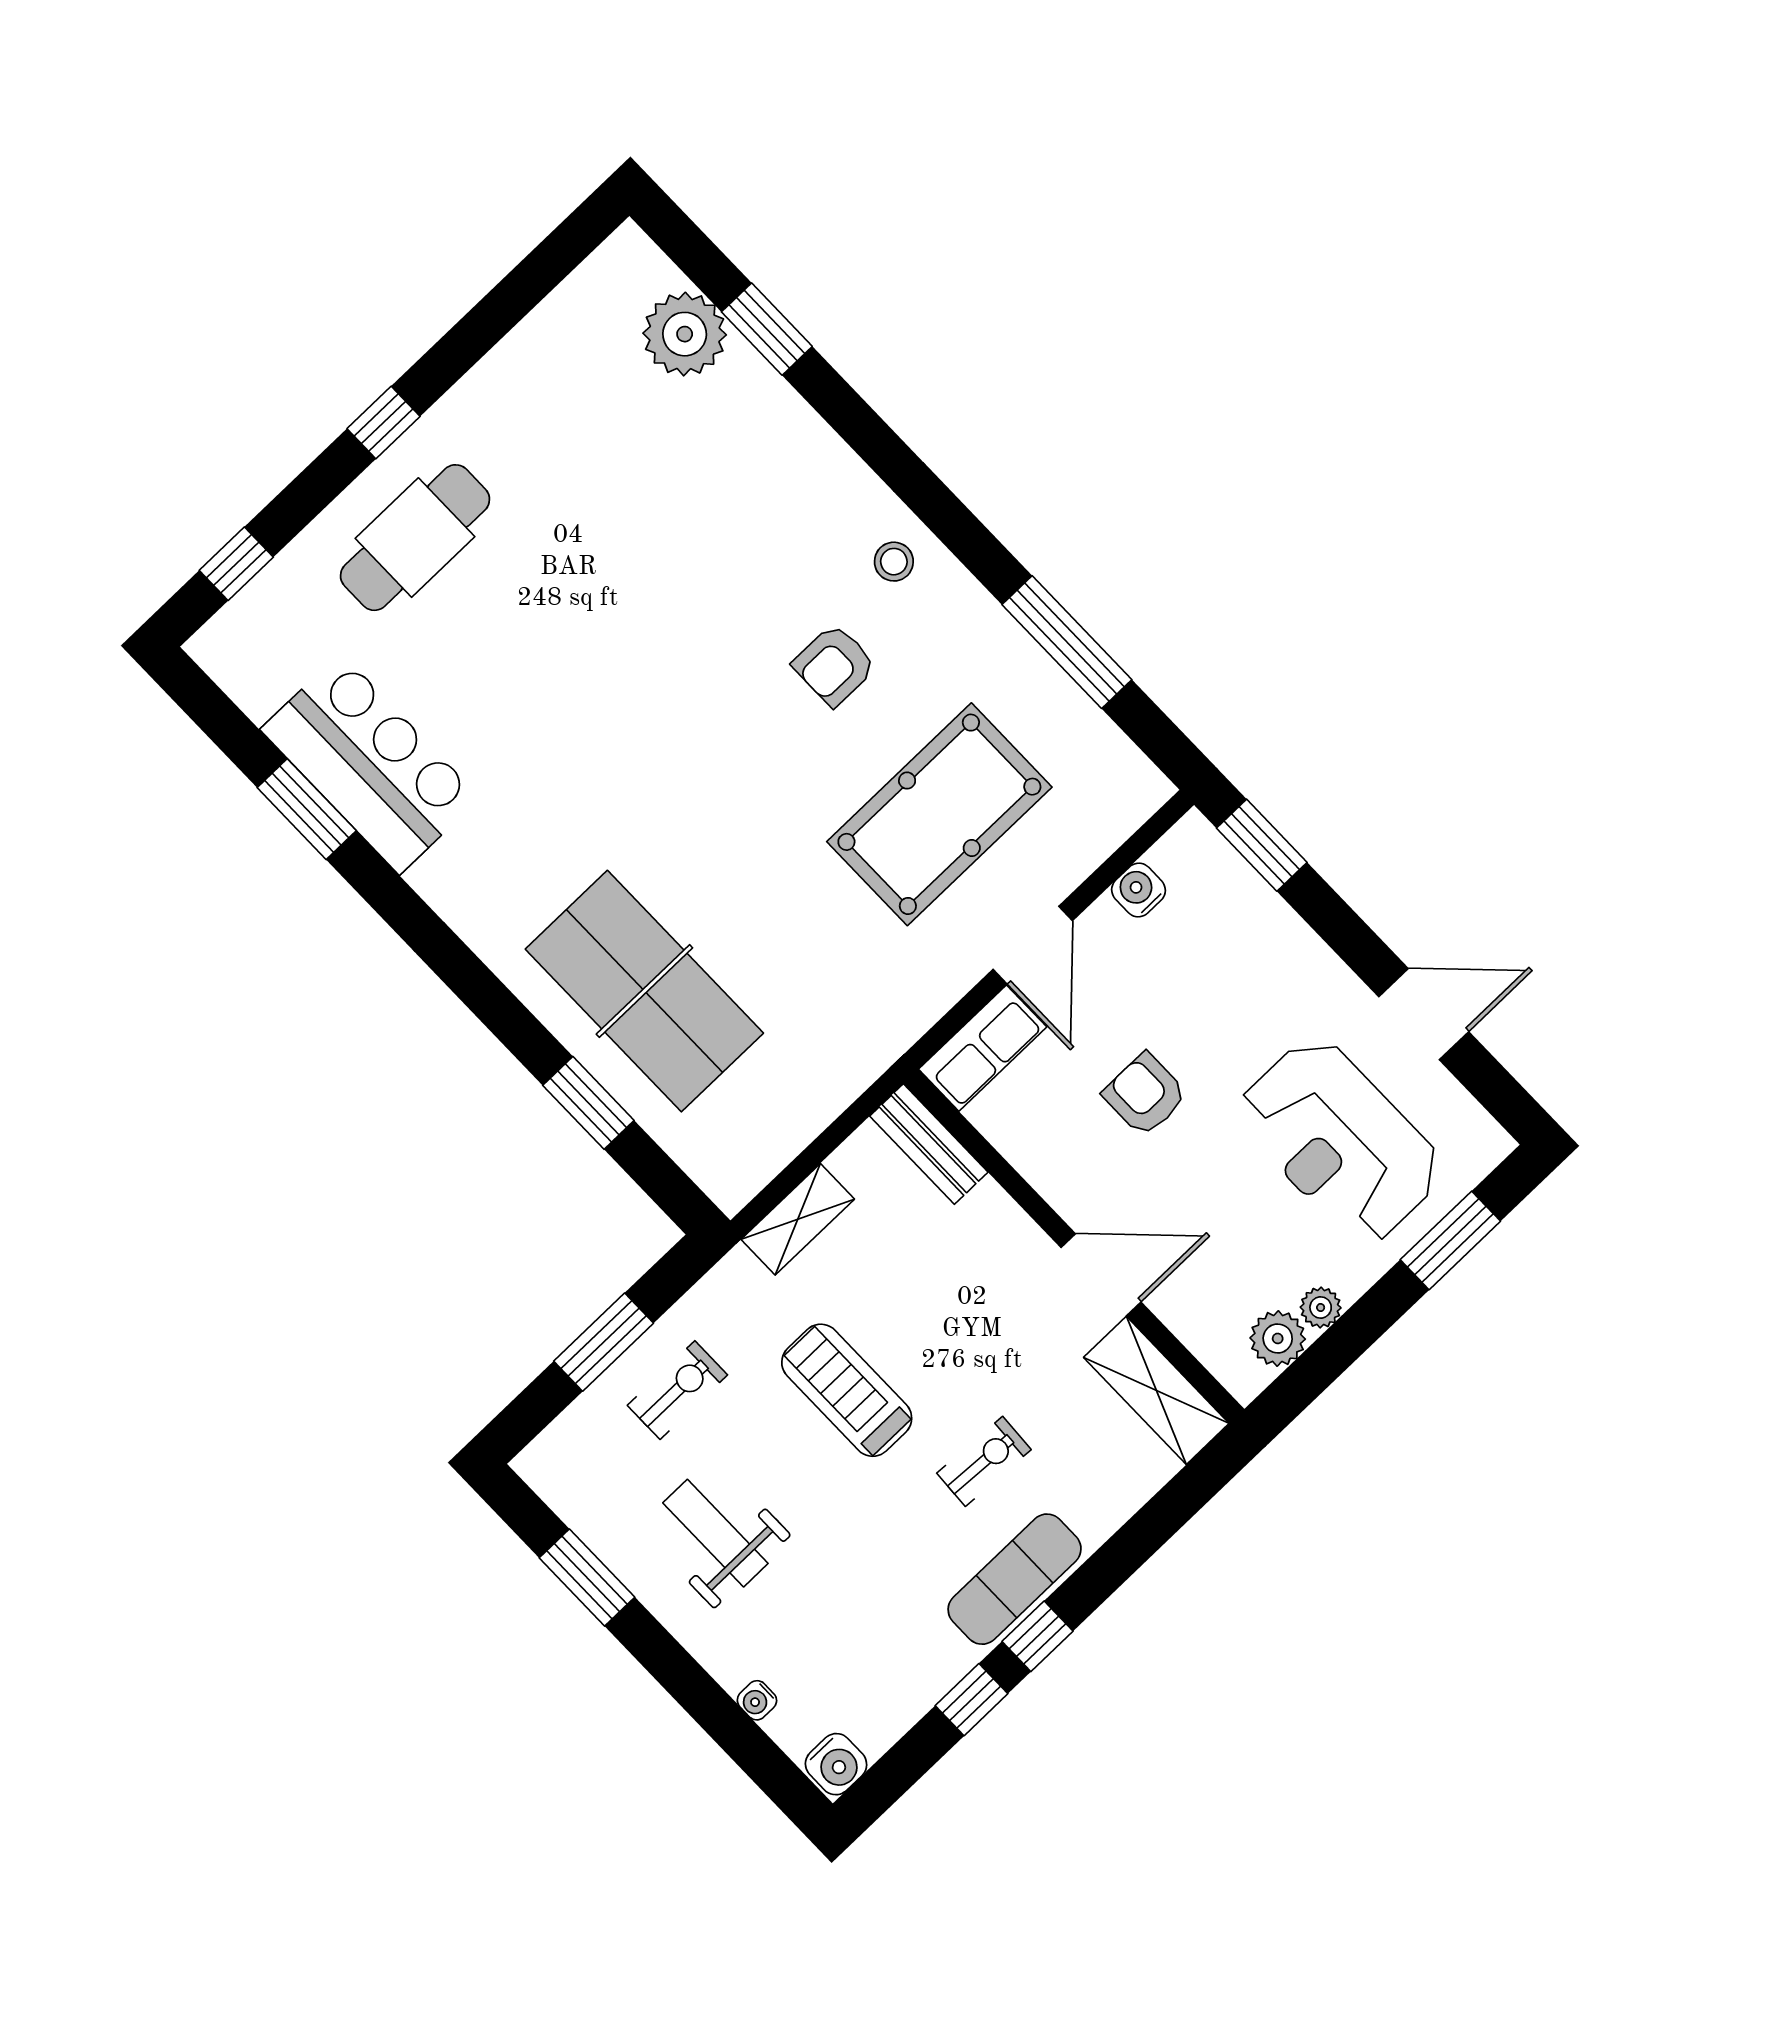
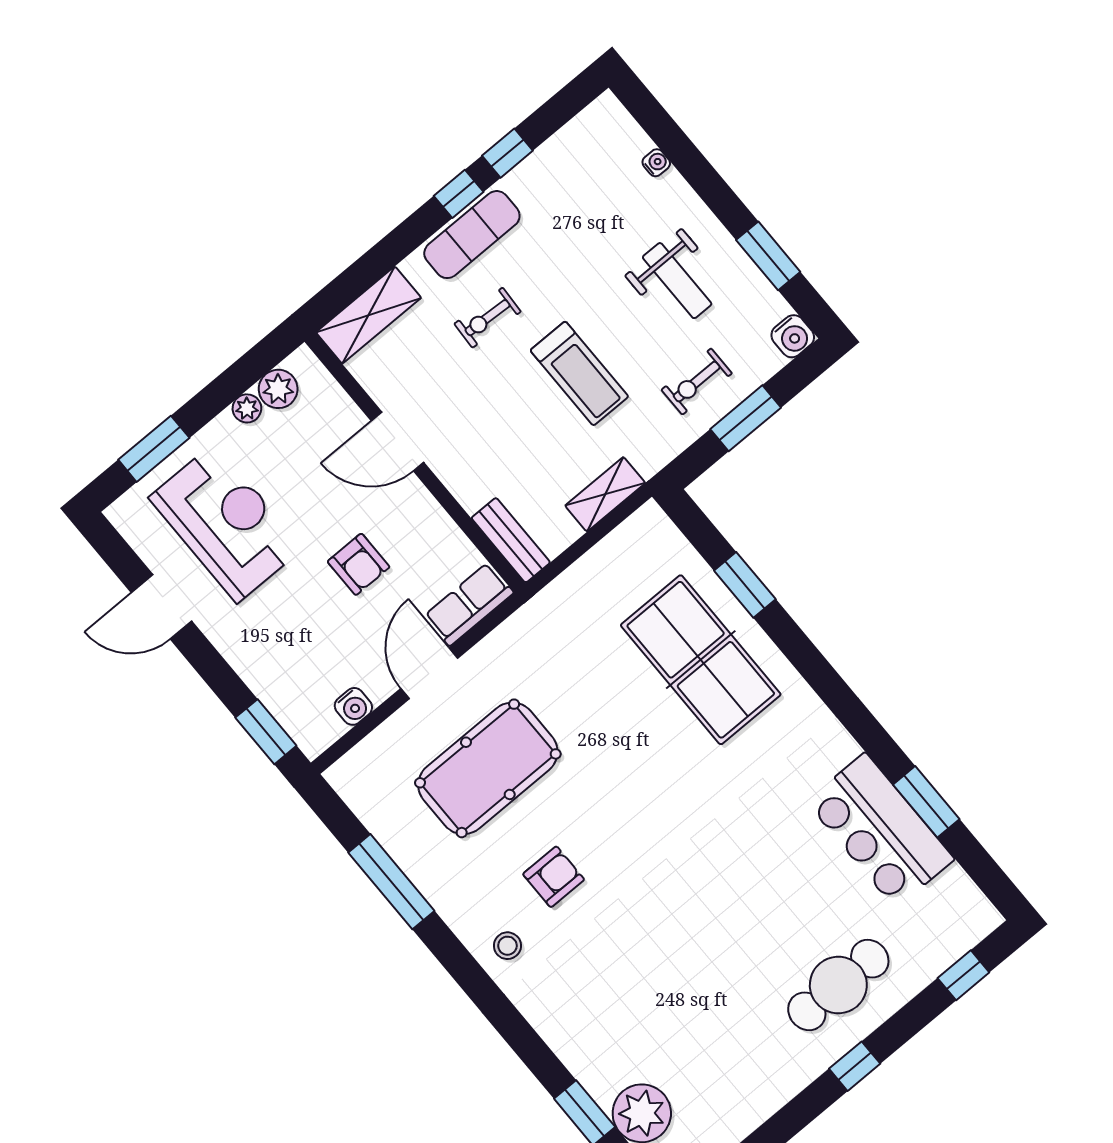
shelving: (1156, 1390) -> (369, 315), moved, turned 90
water cooler: (836, 1764) -> (793, 336), moved, turned 180

